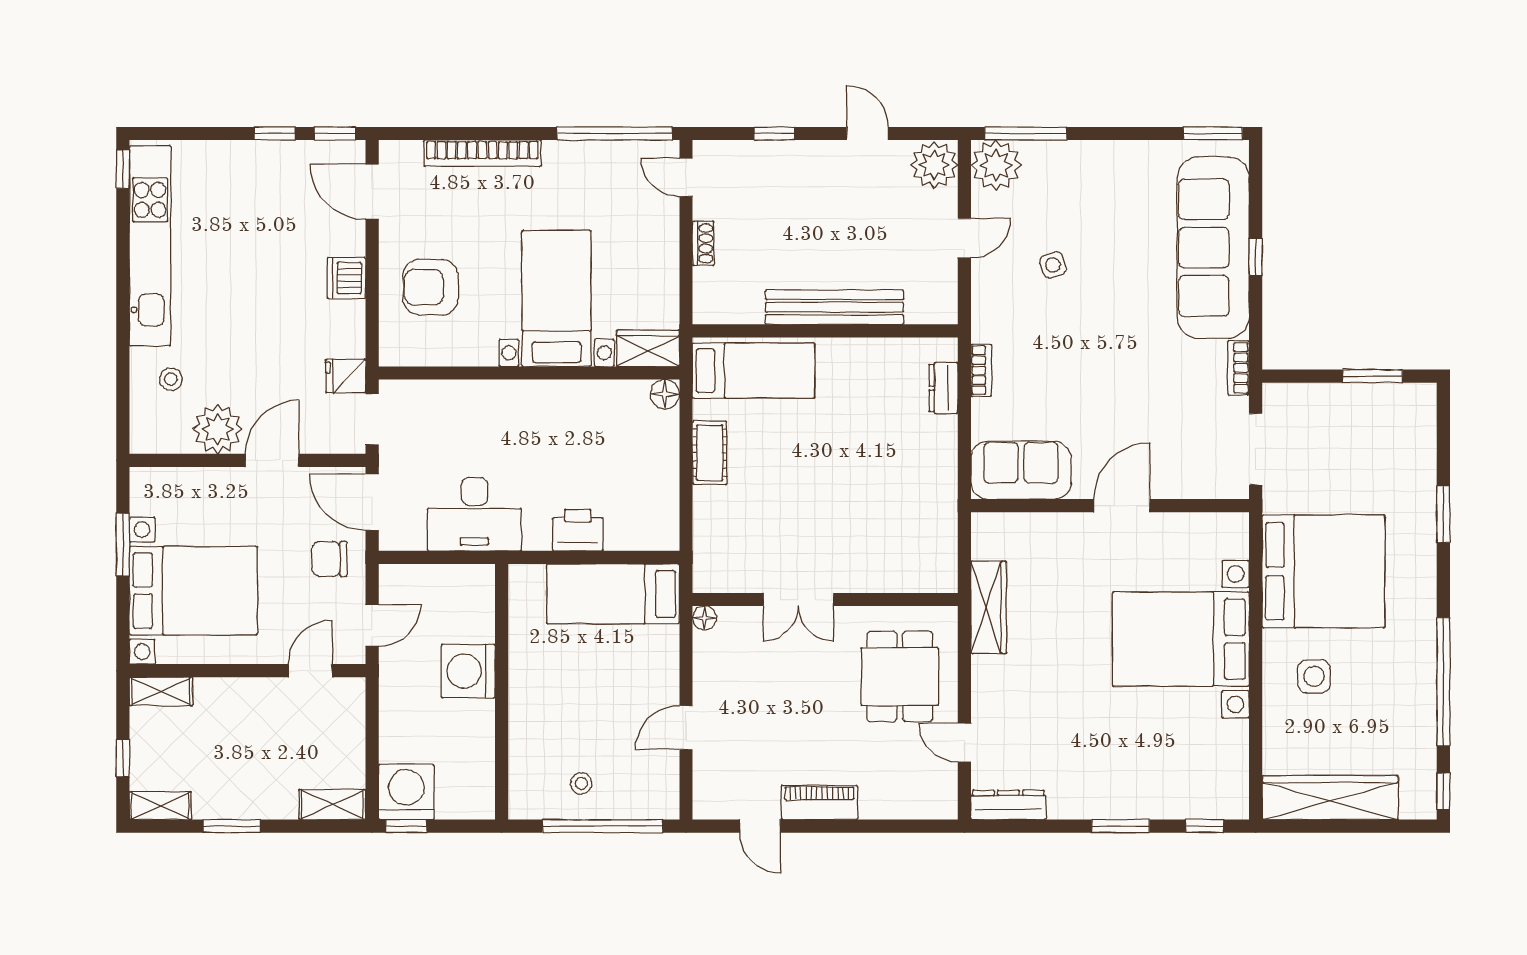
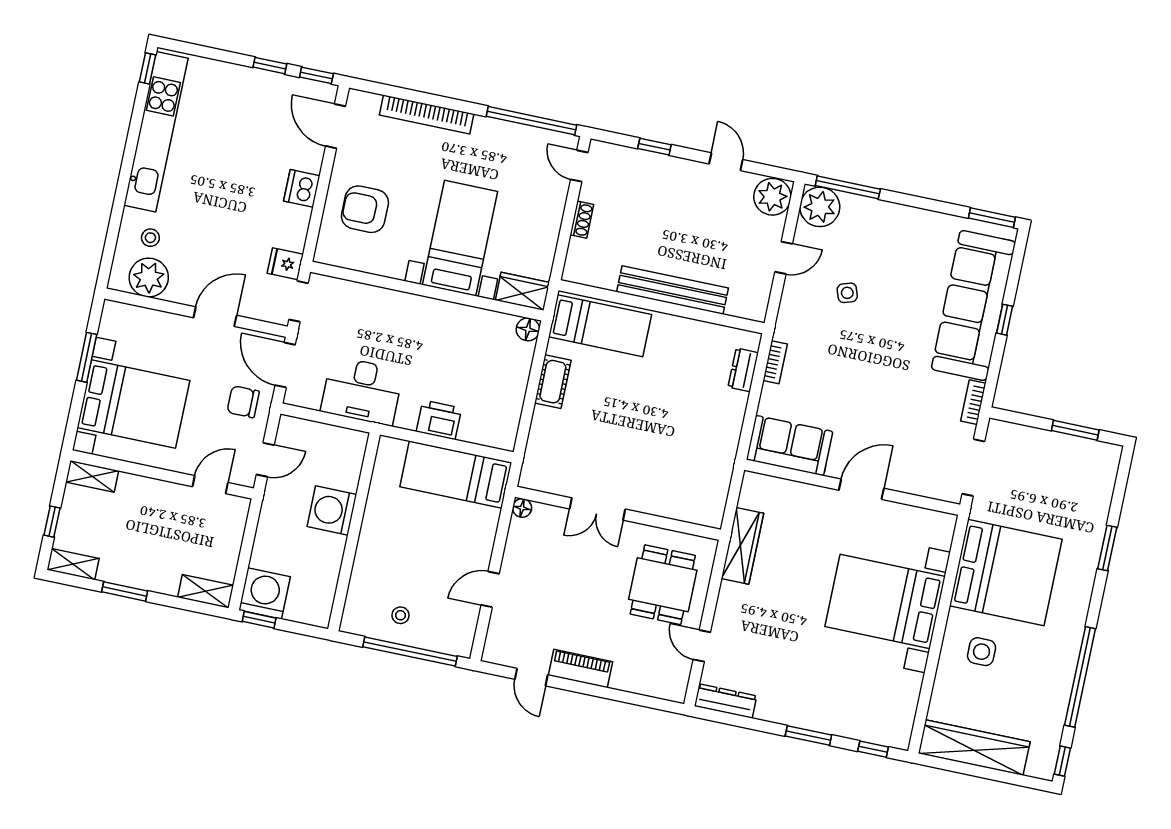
plant: (218, 429) -> (149, 278), moved

